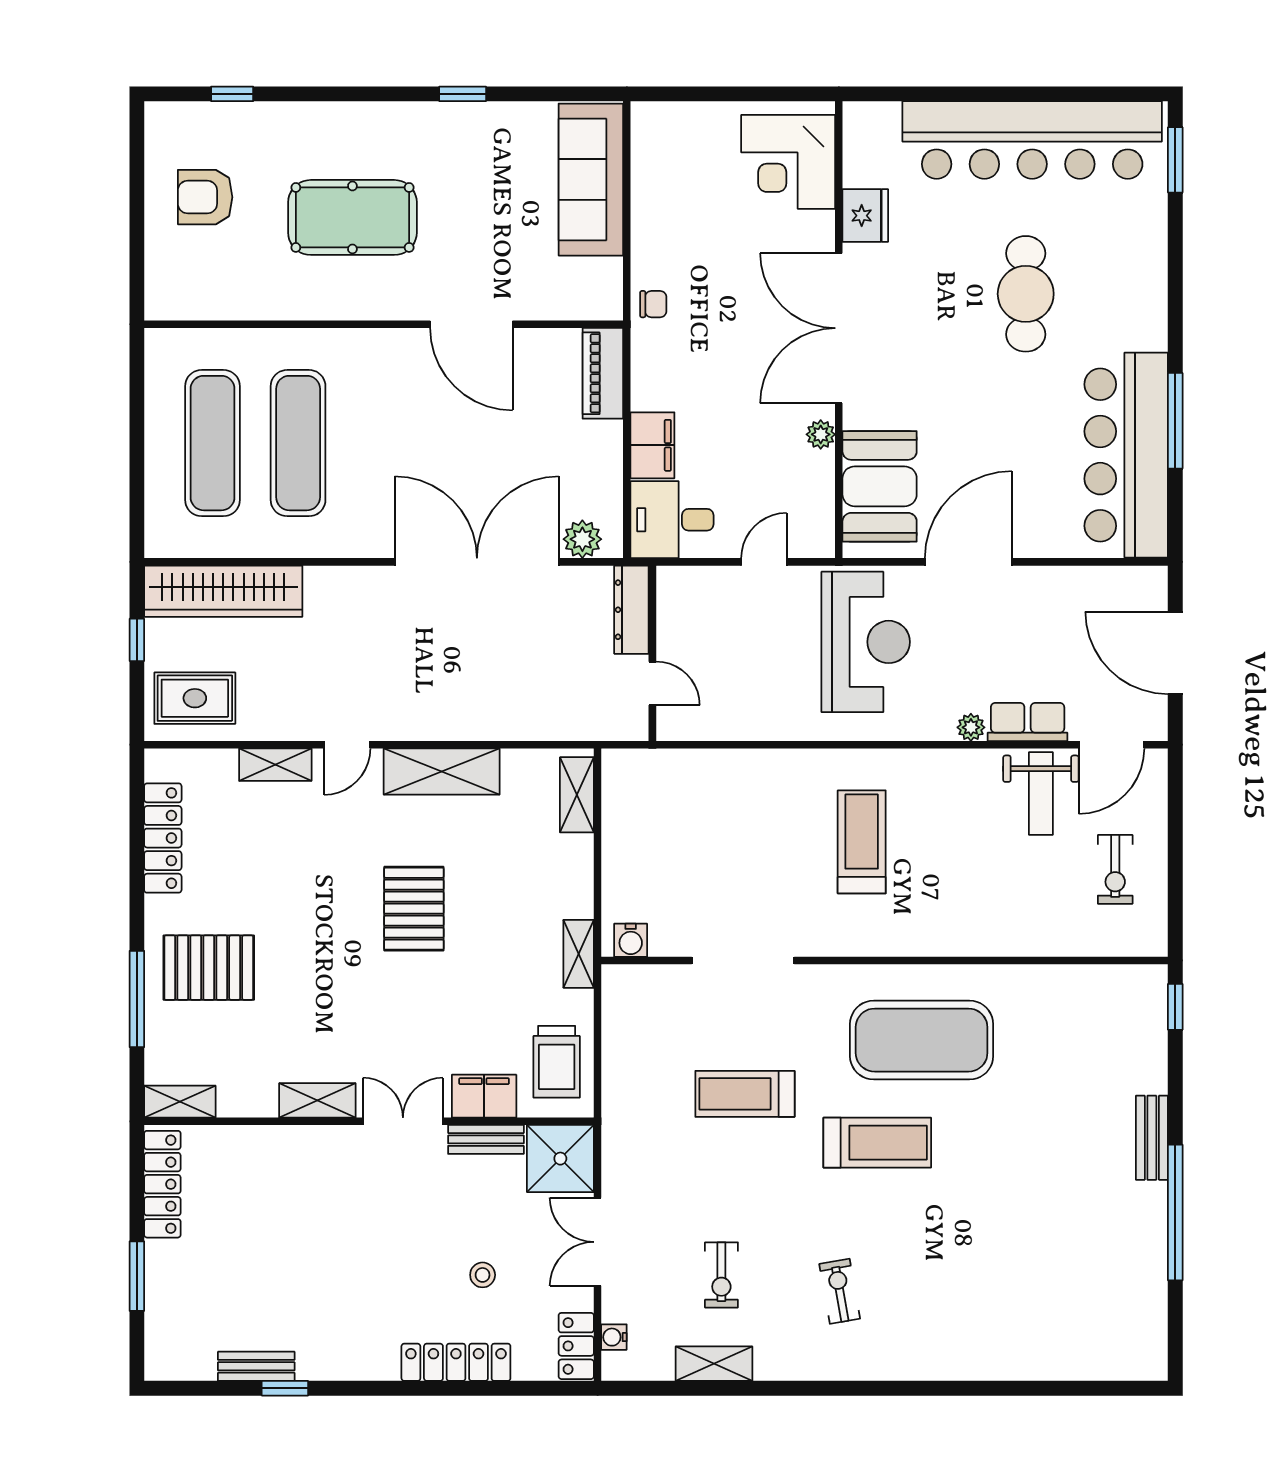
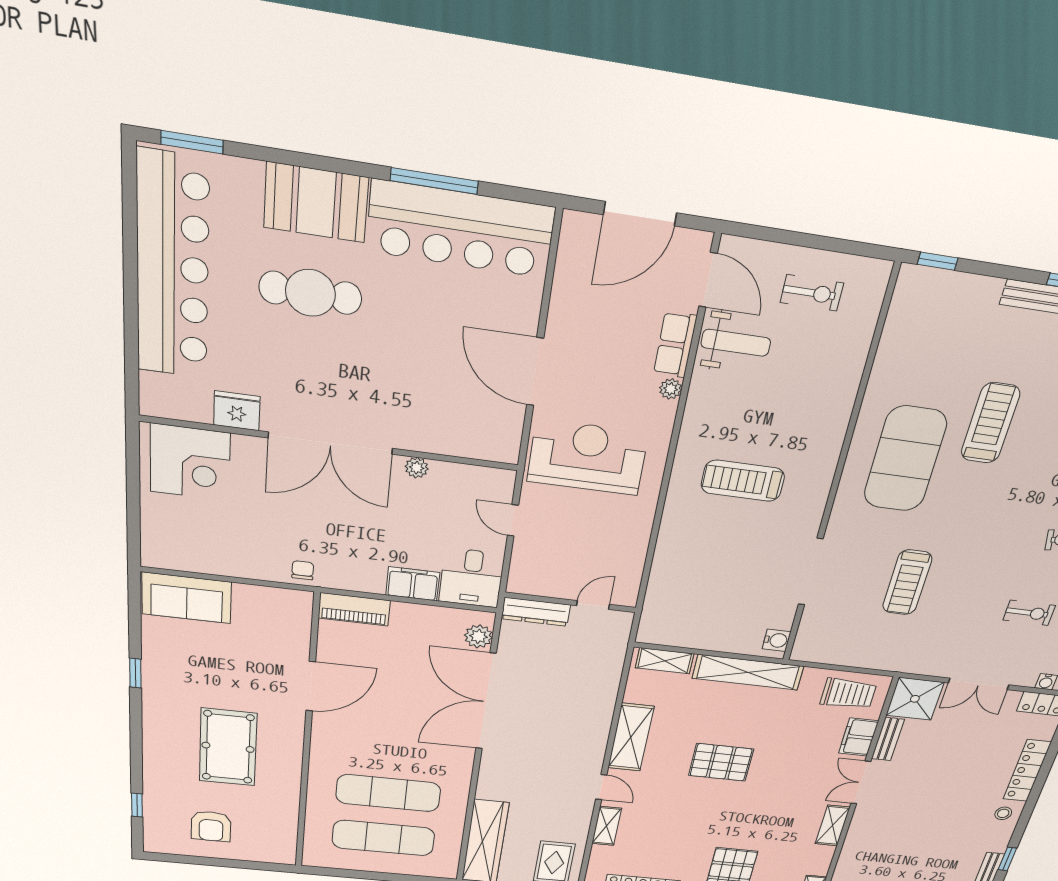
sofa: (591, 180) -> (187, 598), width x0.73
booth: (880, 486) -> (316, 203), moved
shelving: (579, 954) -> (748, 672), width x2.20, depth x1.33
treadmill: (877, 1143) -> (990, 423), moved
stool: (483, 1275) -> (1003, 813), moved

